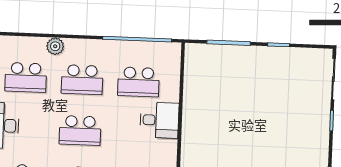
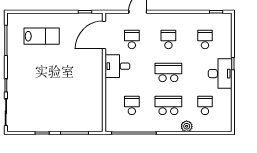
school desk: (26, 77) -> (205, 105), width x0.54
school desk: (138, 82) -> (132, 105), width x0.54
desk: (159, 120) -> (117, 66), moved

